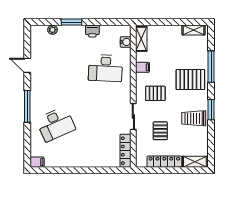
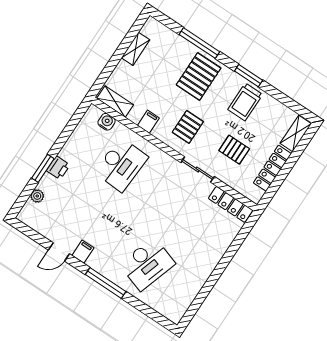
shelving: (194, 30) -> (136, 49), moved
printer: (92, 31) -> (58, 168), moved
desk: (56, 124) -> (147, 264), turned 42
filing cabinet: (37, 162) -> (83, 252), moved

